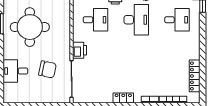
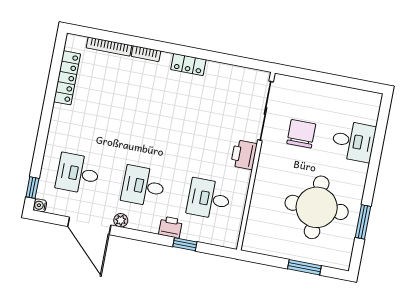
desk: (136, 20) -> (143, 186), width x0.73
chair: (48, 69) -> (301, 134), turned 78

